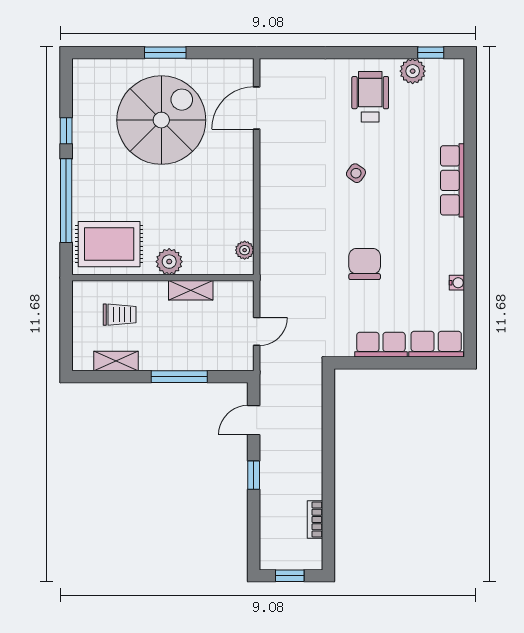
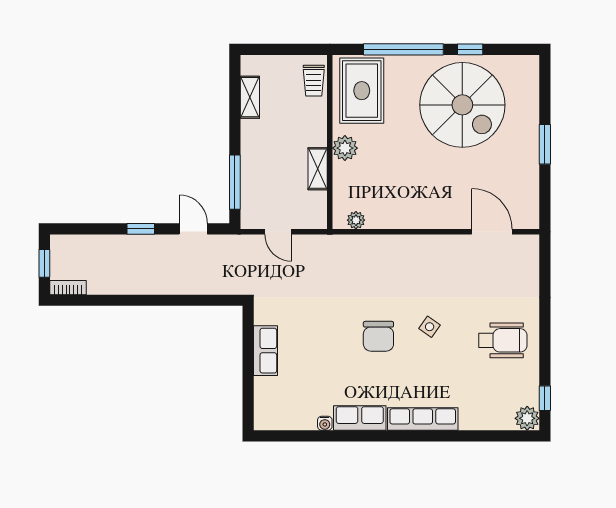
plant: (413, 71) -> (527, 418), moved
spiral stairs: (161, 120) -> (462, 105), moved
chair: (365, 264) -> (378, 336), moved, turned 90
trolley: (120, 315) -> (314, 81), moved
row of seats: (436, 344) -> (360, 418), moved, turned -90
window: (179, 377) -> (235, 182), moved
bookcase: (315, 519) -> (68, 288), moved

